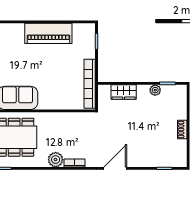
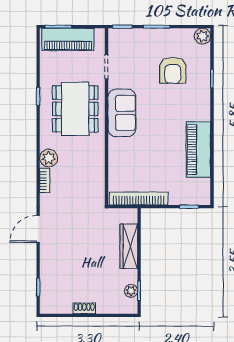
plant: (155, 90) -> (131, 291), moved
wardrobe: (124, 92) -> (129, 246), width x1.50
door: (115, 168) -> (38, 229), swing flipped

